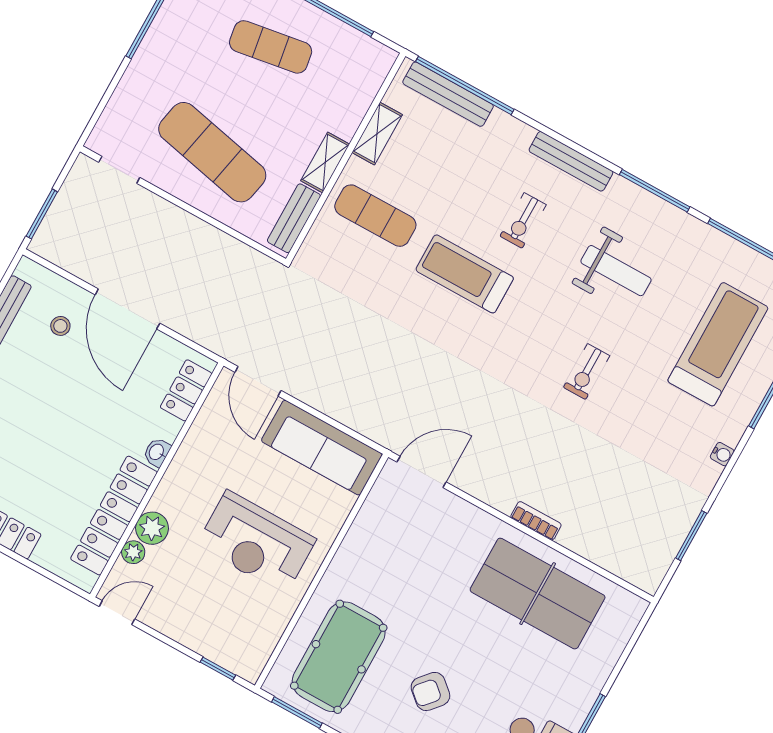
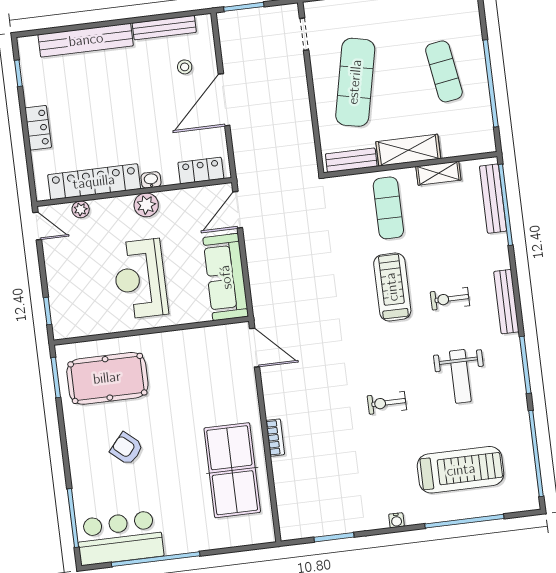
shelving: (325, 162) -> (408, 150), width x1.50, depth x1.33
plant: (152, 528) -> (146, 205), moved

